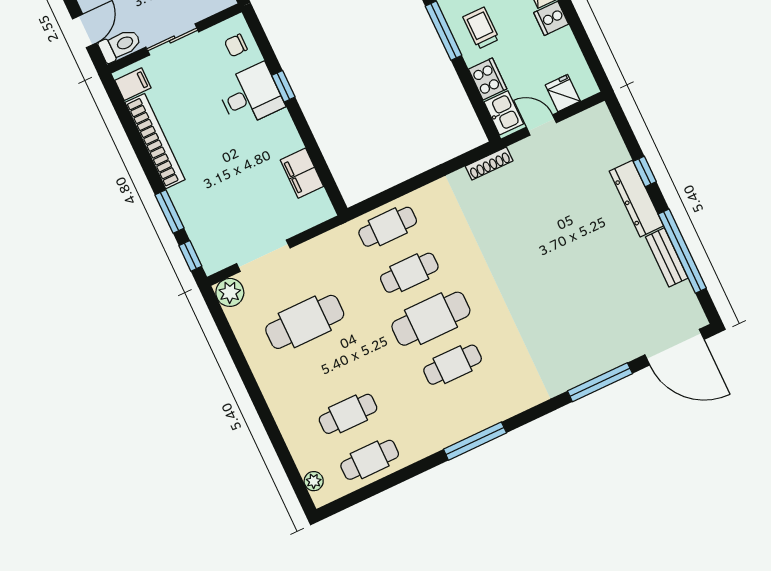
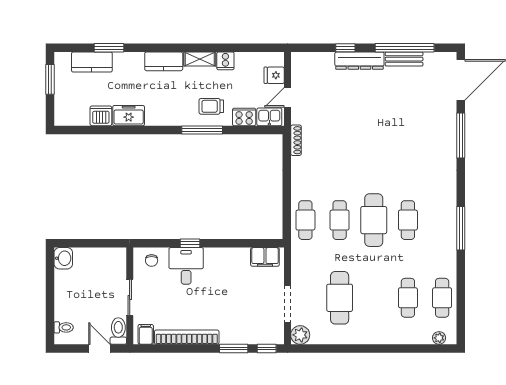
filing cabinet: (302, 173) -> (265, 257), moved

